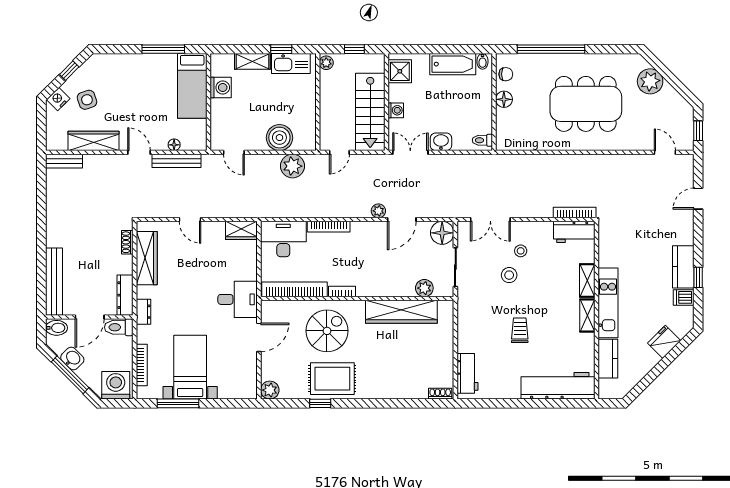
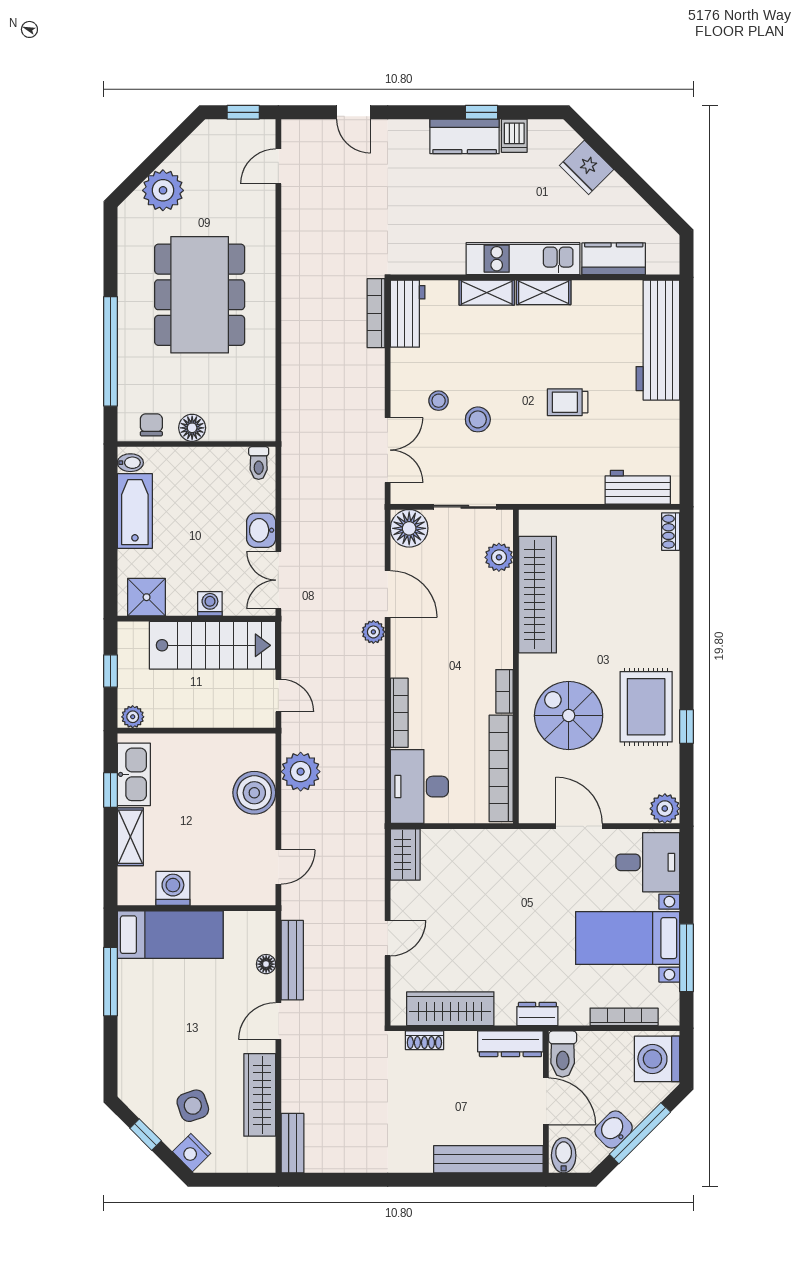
desk: (238, 299) -> (648, 862), moved, turned 90

